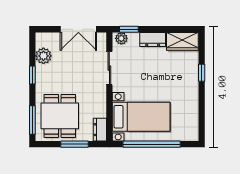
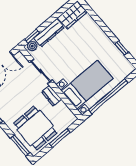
dresser: (153, 39) -> (49, 33), width x1.44
window: (202, 73) -> (122, 48), moved
dresser: (100, 130) -> (52, 96), moved

